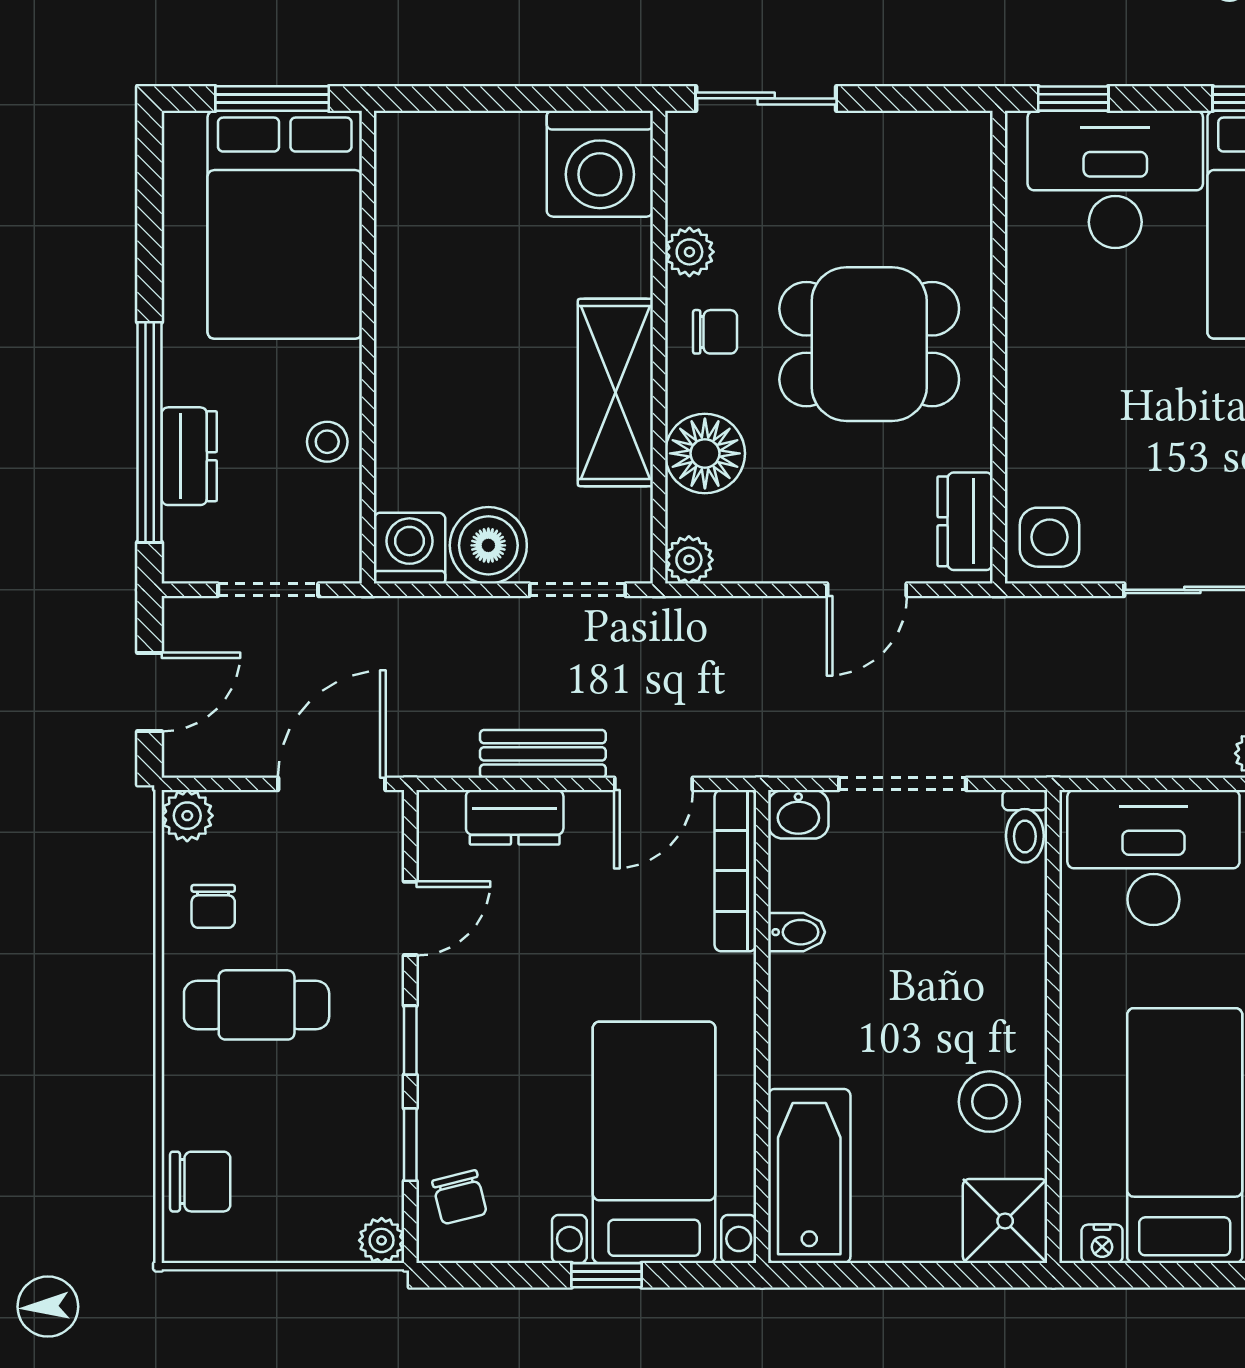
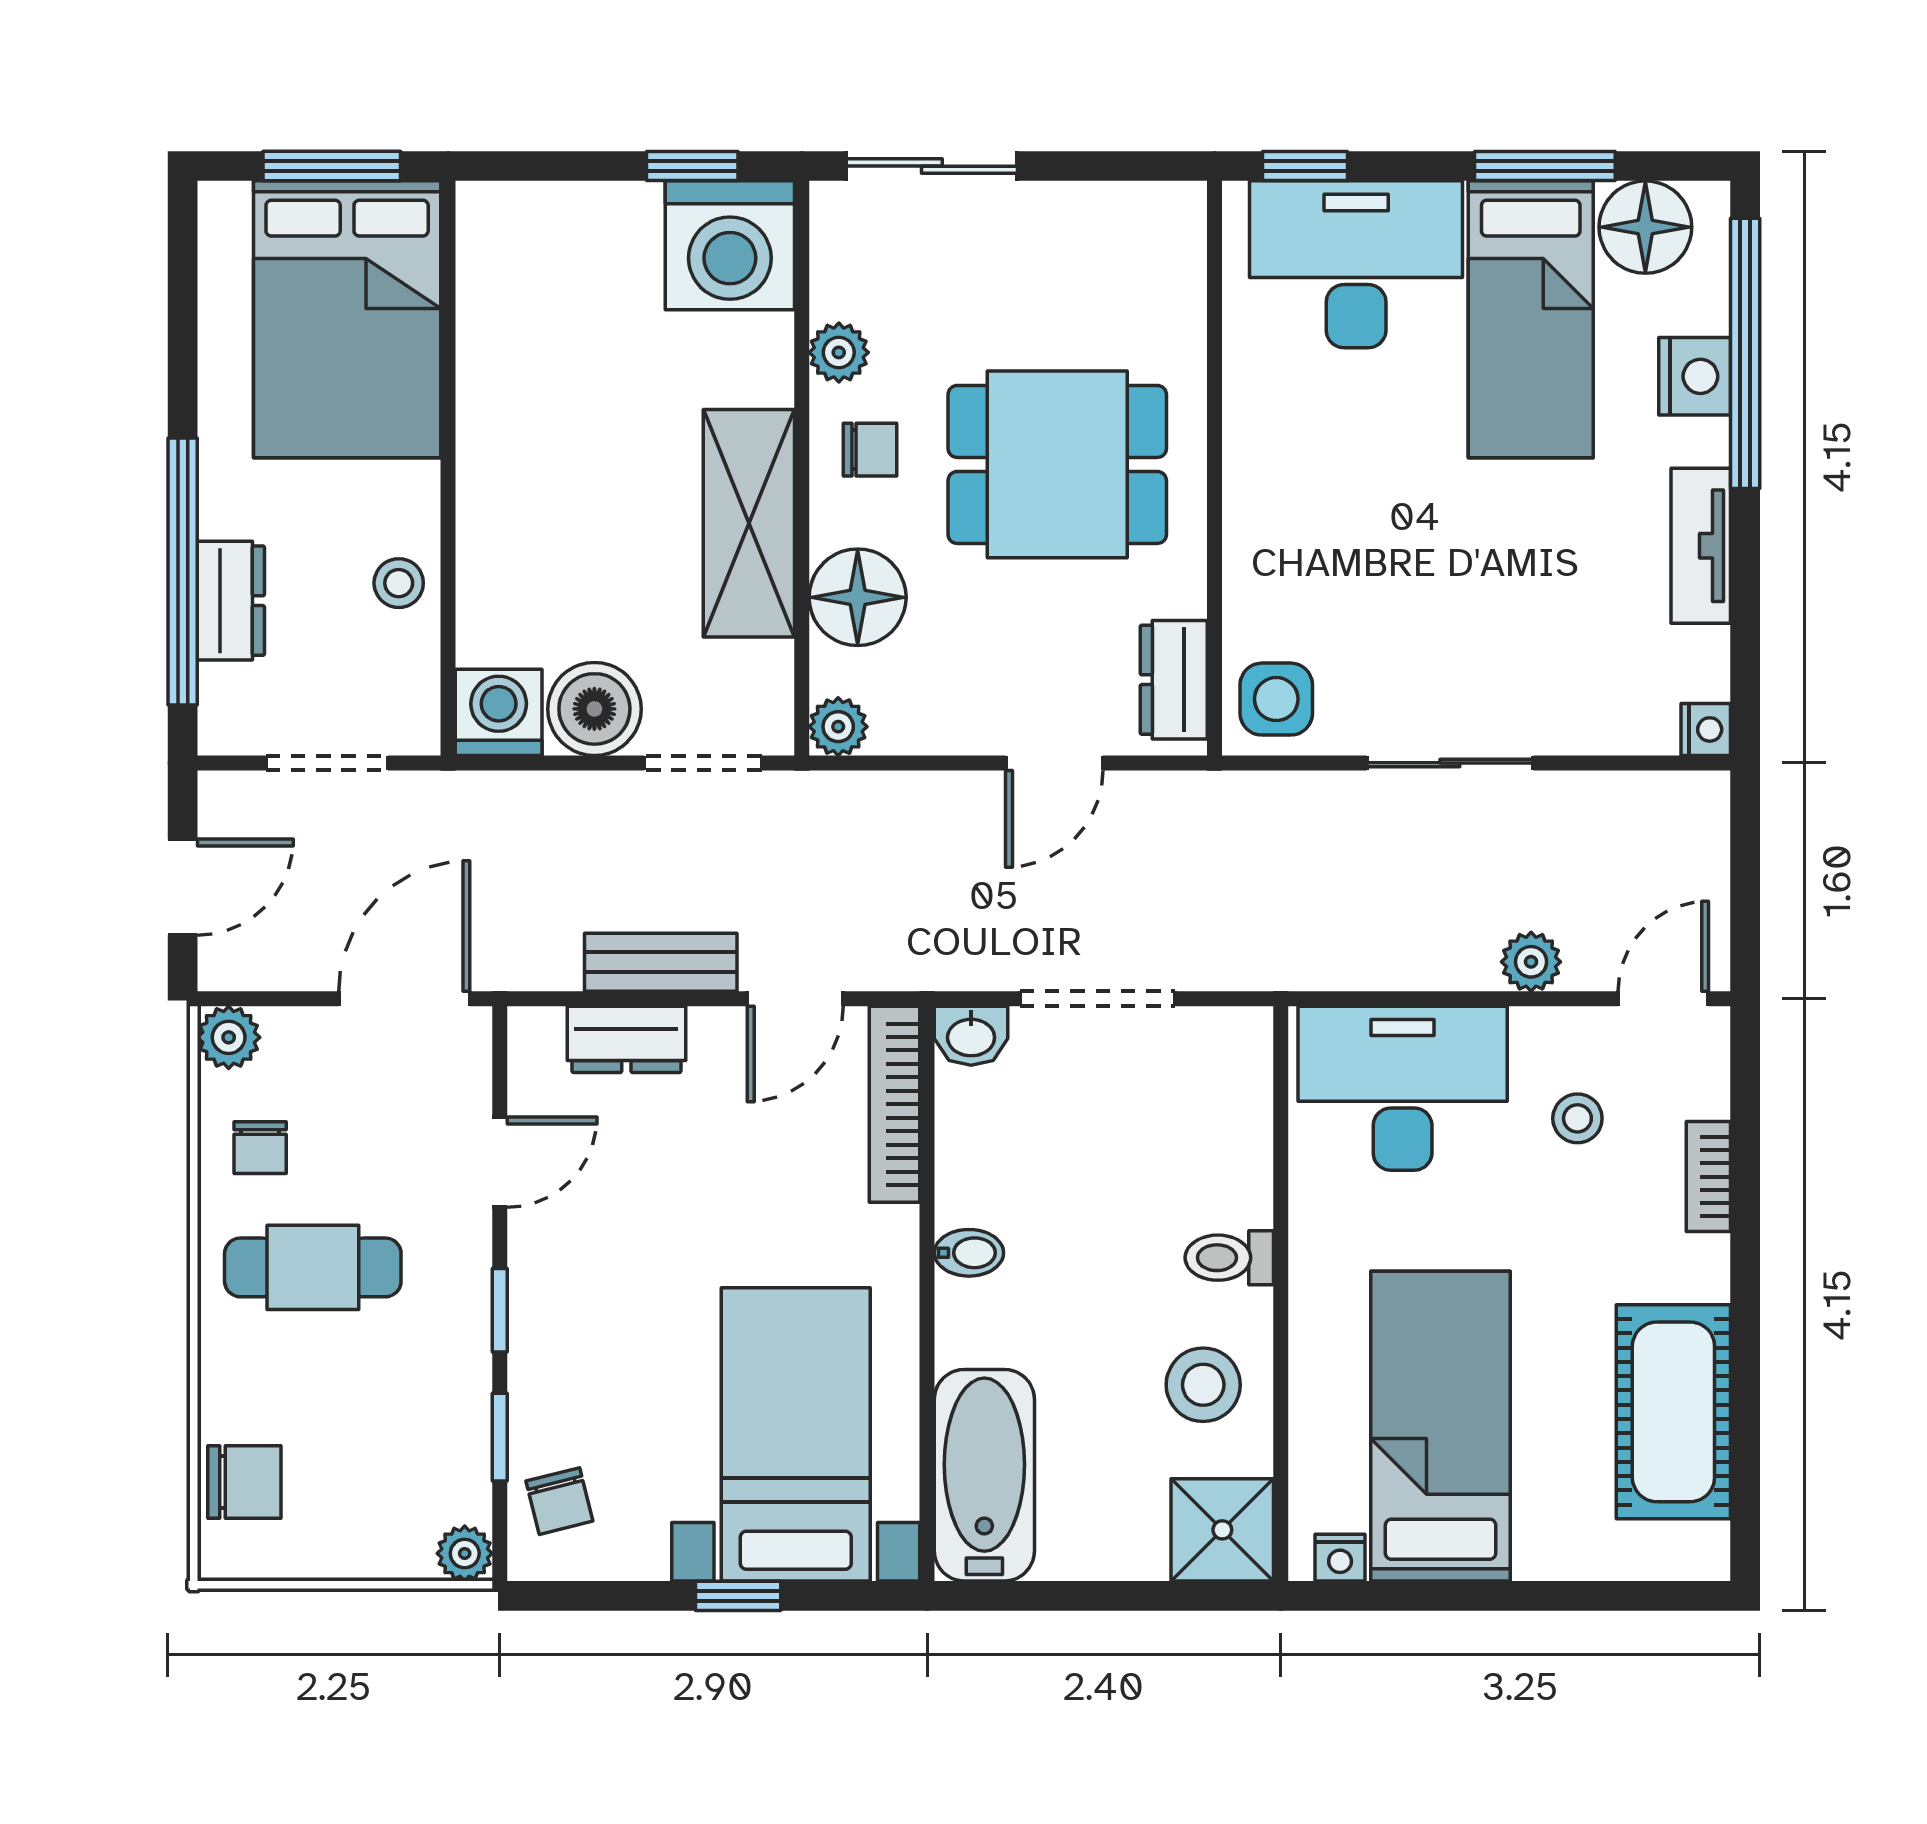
window: (569, 98) -> (692, 166), added
toilet: (1025, 826) -> (1229, 1258), moved, turned 90
bidet: (797, 932) -> (969, 1253), moved

